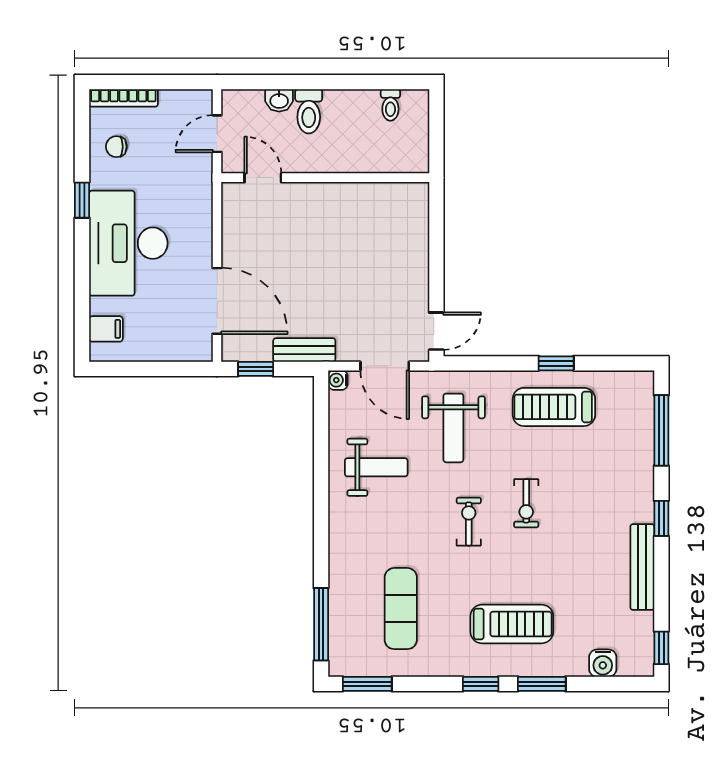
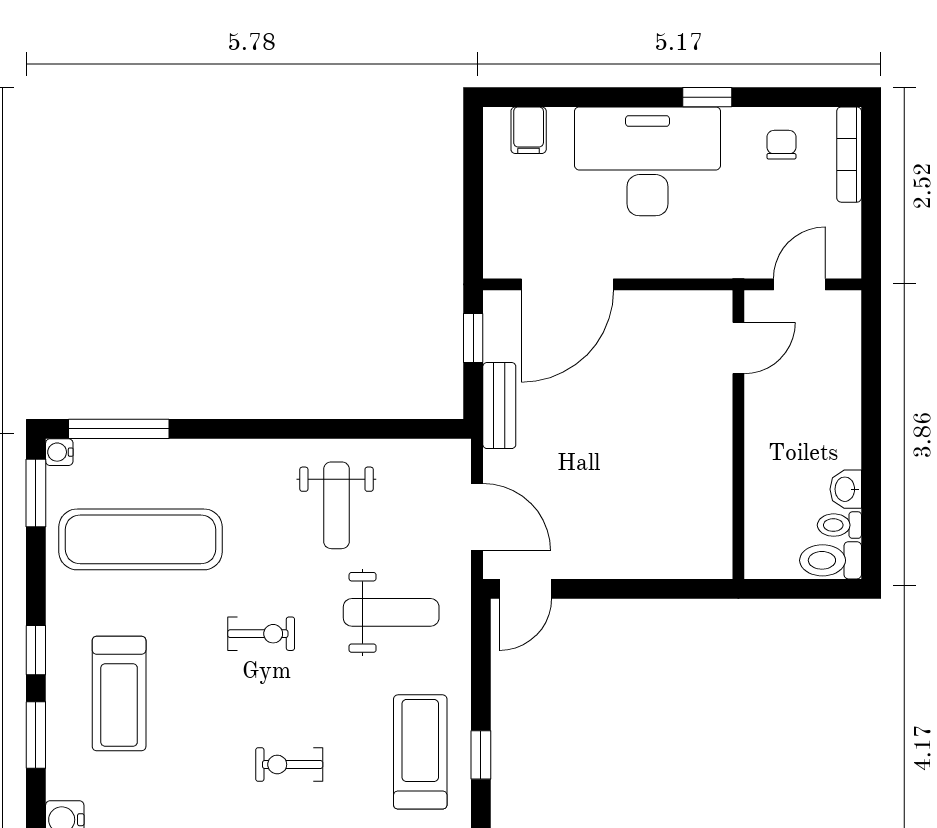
washbasin: (279, 100) -> (846, 489), moved
toilet: (309, 111) -> (831, 560), moved
door: (217, 134) -> (799, 284), hinge flipped
door: (436, 331) -> (525, 589), hinge flipped
door: (385, 366) -> (477, 517), swing flipped
water cooler: (338, 380) -> (59, 452), moved, turned -90
weight bench: (453, 428) -> (391, 612), turned 180
exercise bike: (526, 503) -> (289, 764), moved
exercise mat: (401, 609) -> (141, 539), width x1.36, depth x1.45

